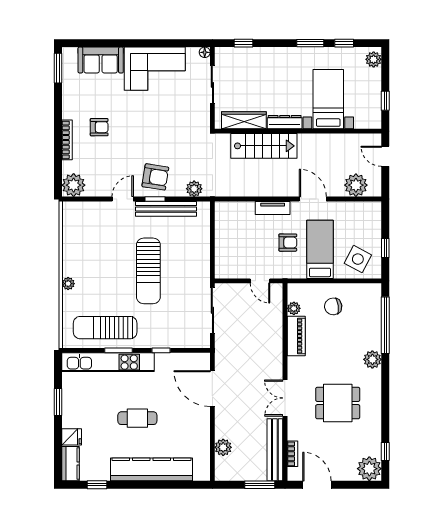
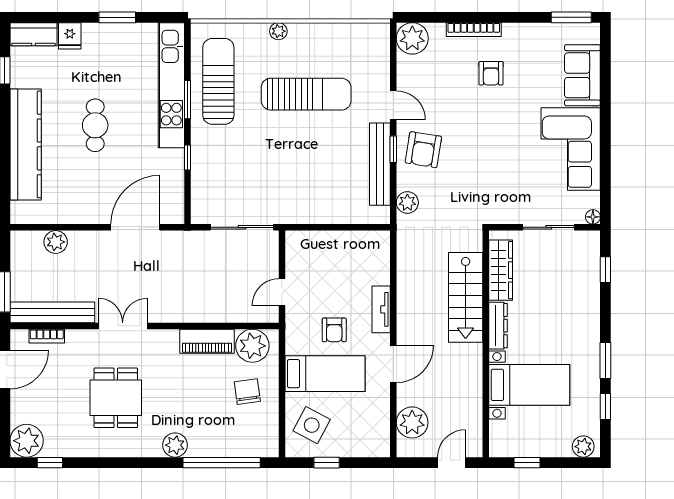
sun lounger: (148, 271) -> (306, 94), moved, turned 180
plant: (294, 308) -> (252, 346), width x1.87, depth x1.87

